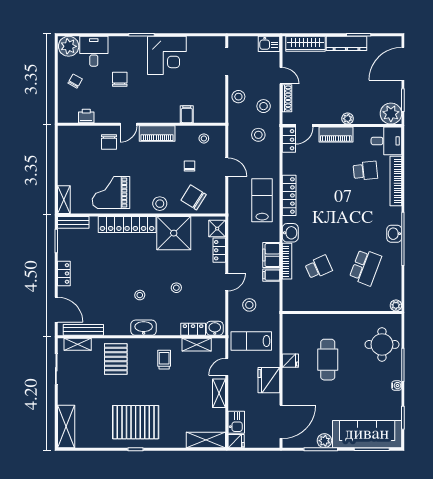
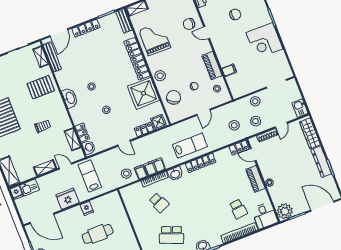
piano: (157, 133) -> (212, 66), moved
locker: (64, 273) -> (86, 28), width x1.53
stool: (249, 305) -> (126, 174), moved
trolley: (164, 360) -> (43, 126), moved

